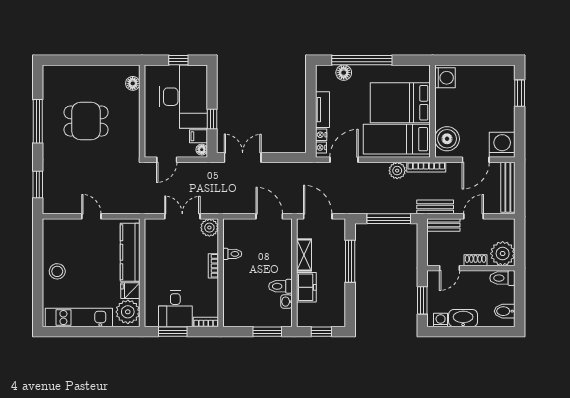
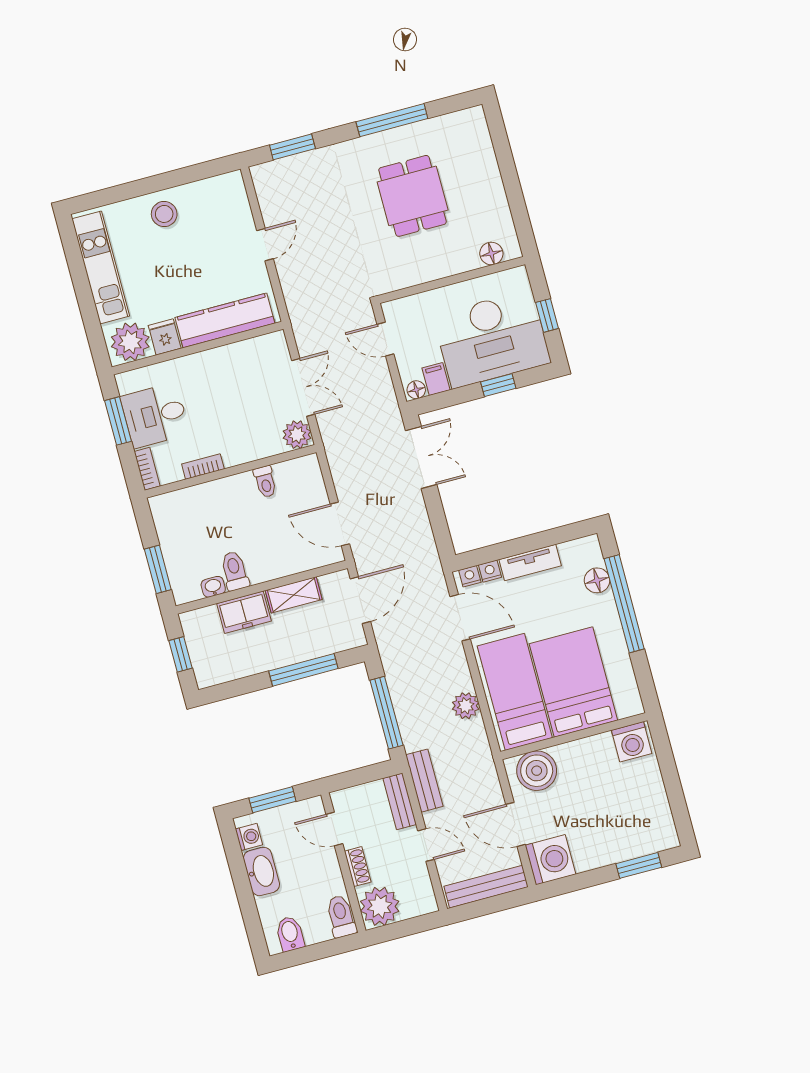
window: (212, 119) -> (498, 385), moved
bookcase: (426, 167) -> (483, 750), removed
door: (269, 216) -> (340, 524), swing flipped
bookcase: (213, 266) -> (203, 467), moved

